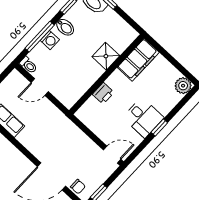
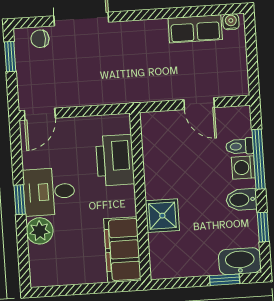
toilet: (28, 65) -> (240, 146), moved
plant: (183, 86) -> (40, 231), moved
door: (40, 87) -> (199, 104), swing flipped
printer: (103, 93) -> (115, 160), width x1.87, depth x1.48

